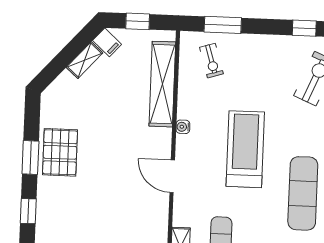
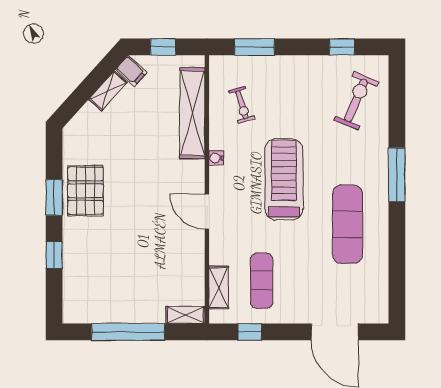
exercise bike: (211, 61) -> (242, 105), moved

